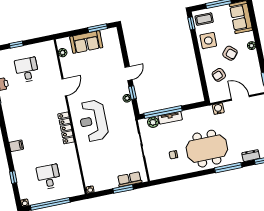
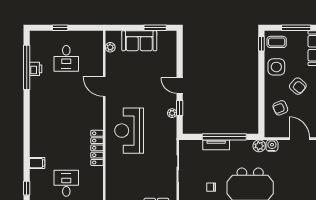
desk: (27, 70) -> (66, 58), turned 180
door: (129, 73) -> (180, 86), swing flipped
door: (64, 87) -> (104, 87), swing flipped
window: (163, 112) -> (224, 137), moved
plant: (153, 122) -> (259, 146), moved
locker: (66, 128) -> (97, 148), moved
filing cabinet: (16, 146) -> (37, 163), moved
window: (13, 177) -> (27, 188), moved

